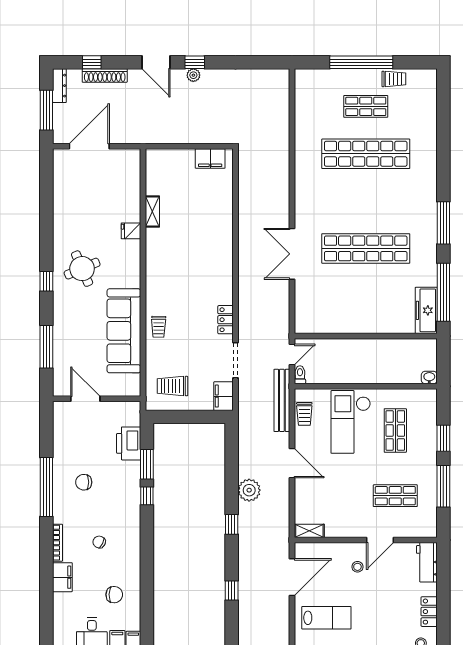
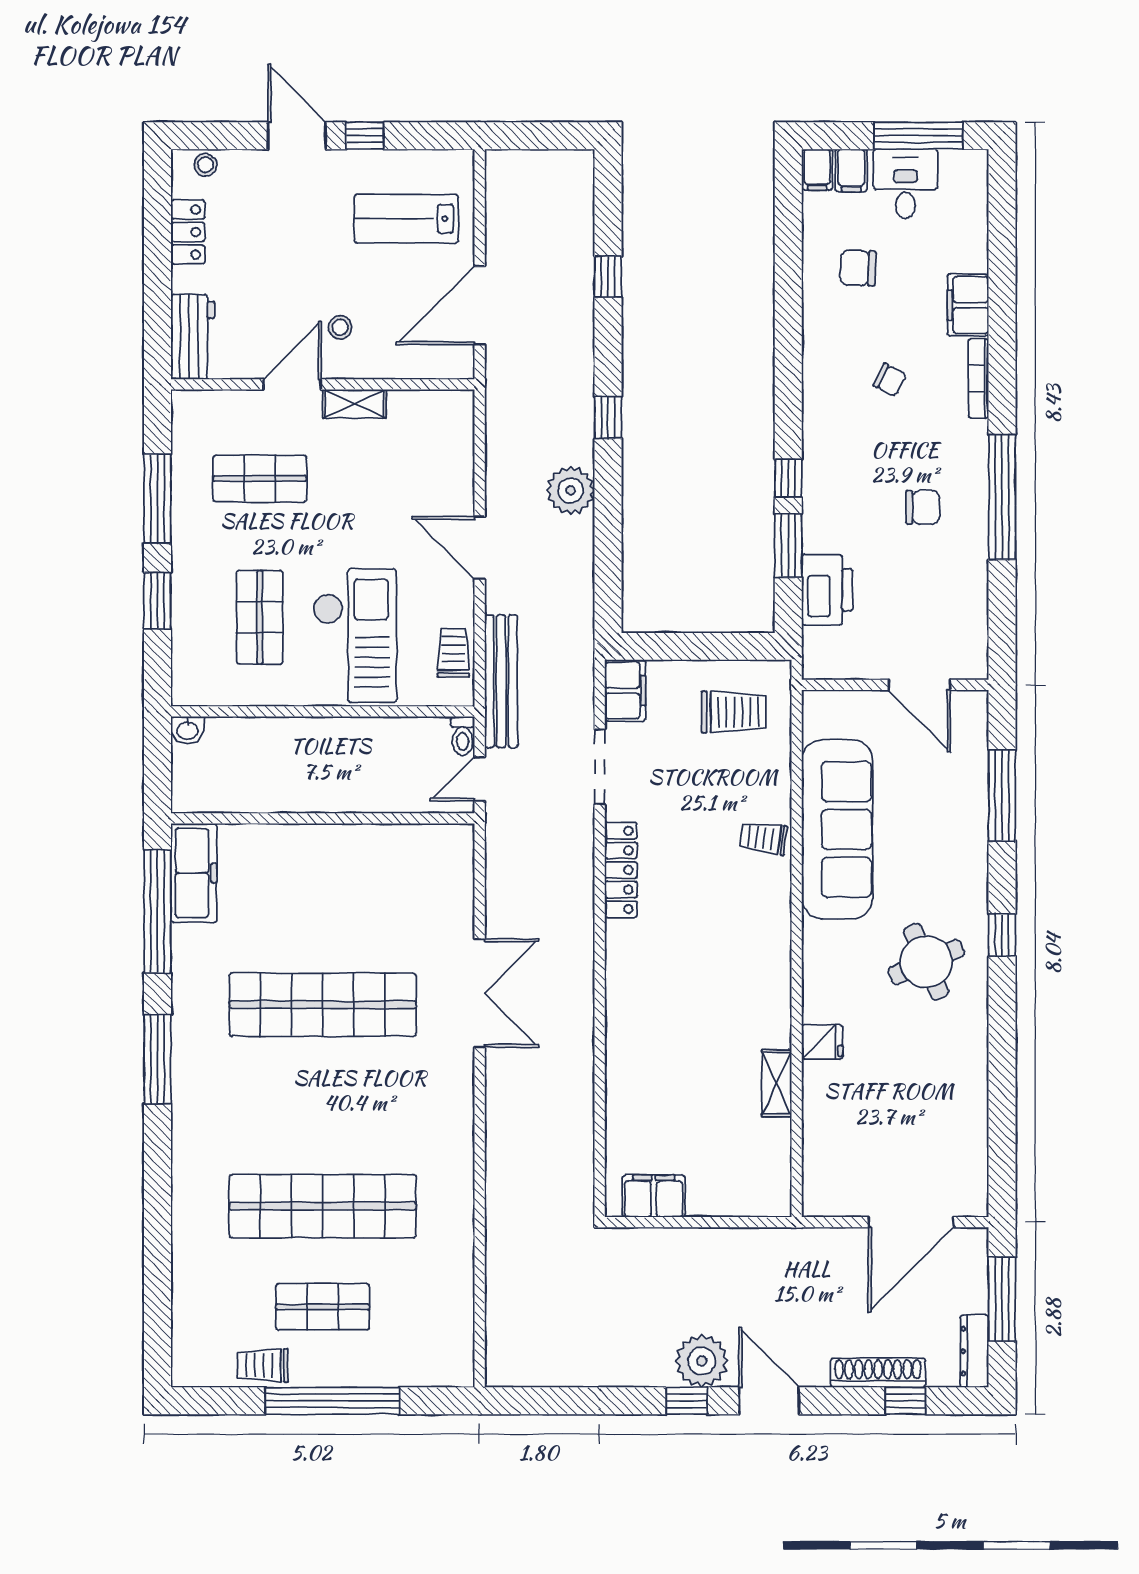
plant: (193, 75) -> (702, 1361), width x1.88, depth x1.88
locker: (226, 320) -> (621, 870), width x1.53
trolley: (159, 327) -> (763, 838), turned -84
shelving: (309, 531) -> (354, 404), moved

